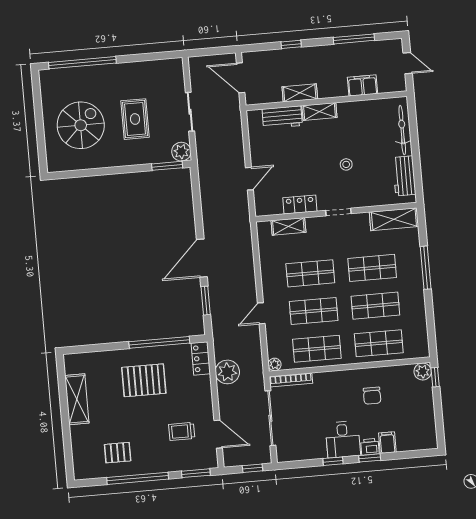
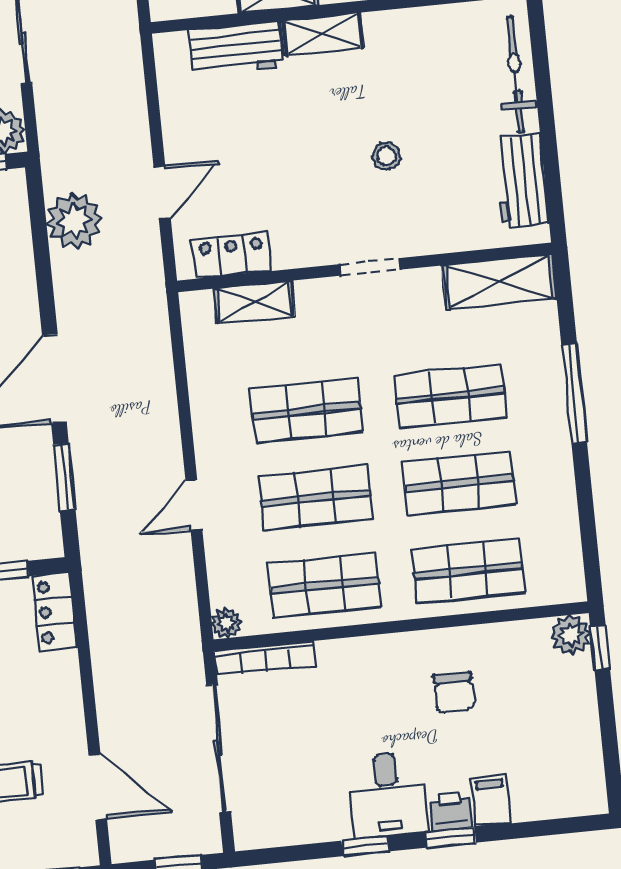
locker: (300, 204) -> (232, 256), moved
plant: (227, 372) -> (74, 221), moved

